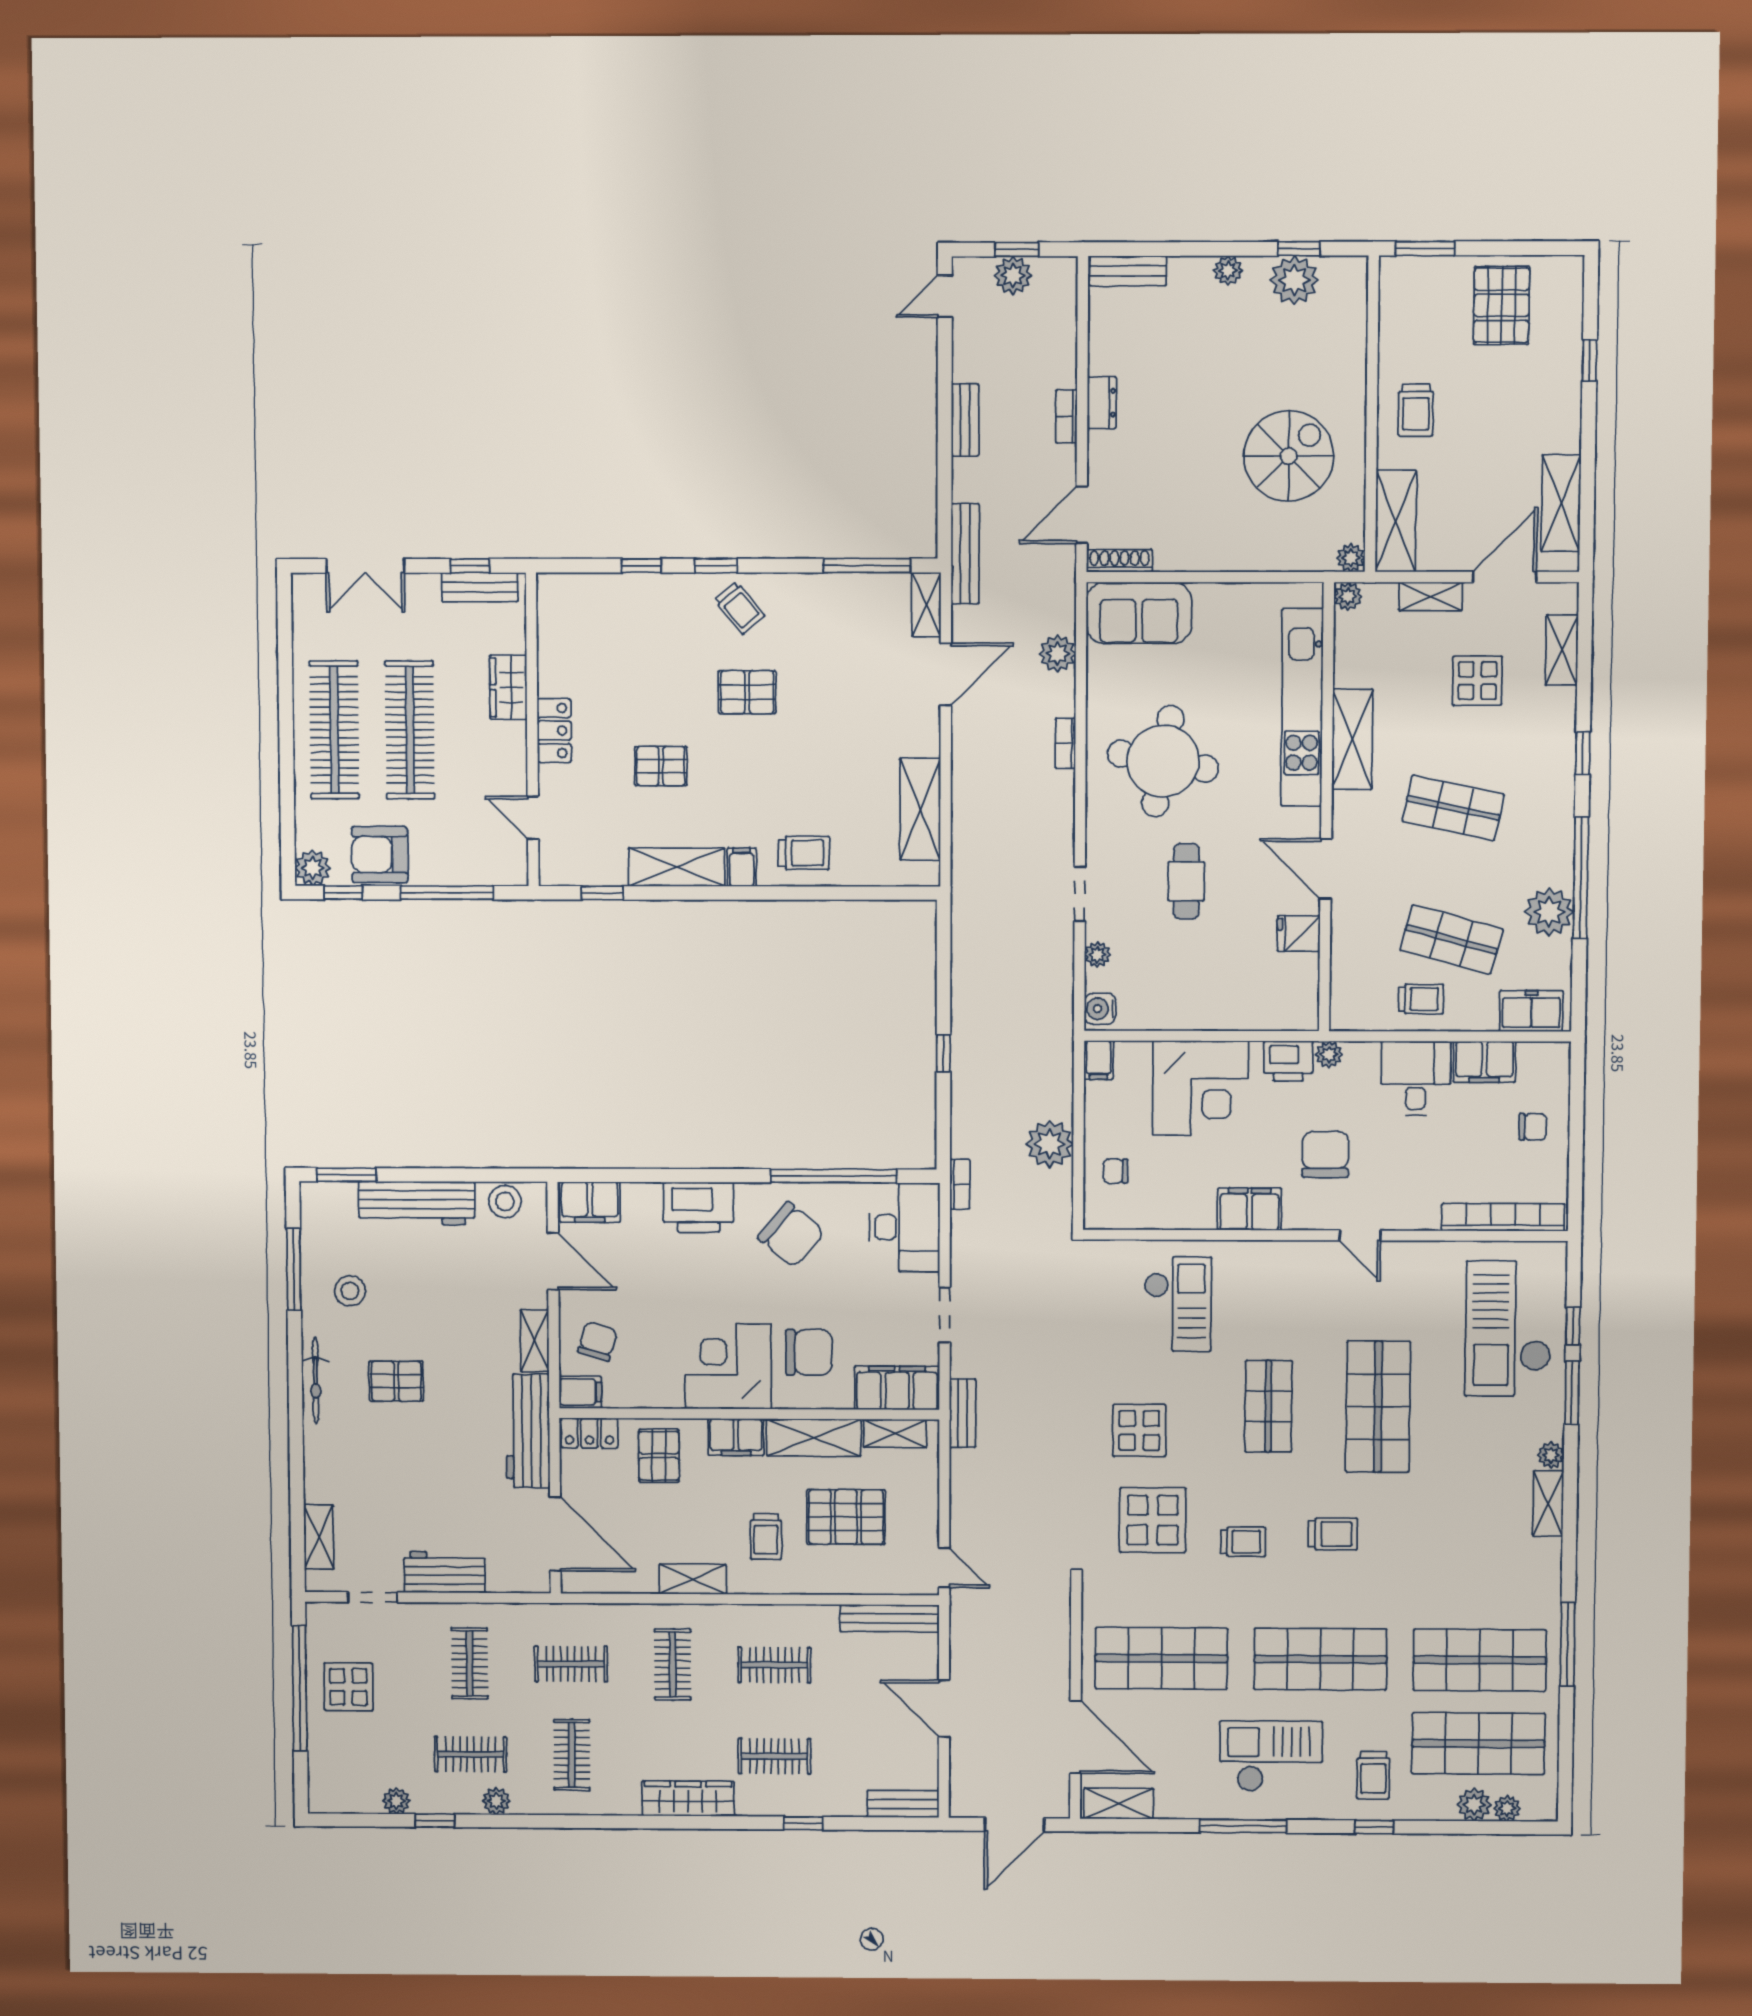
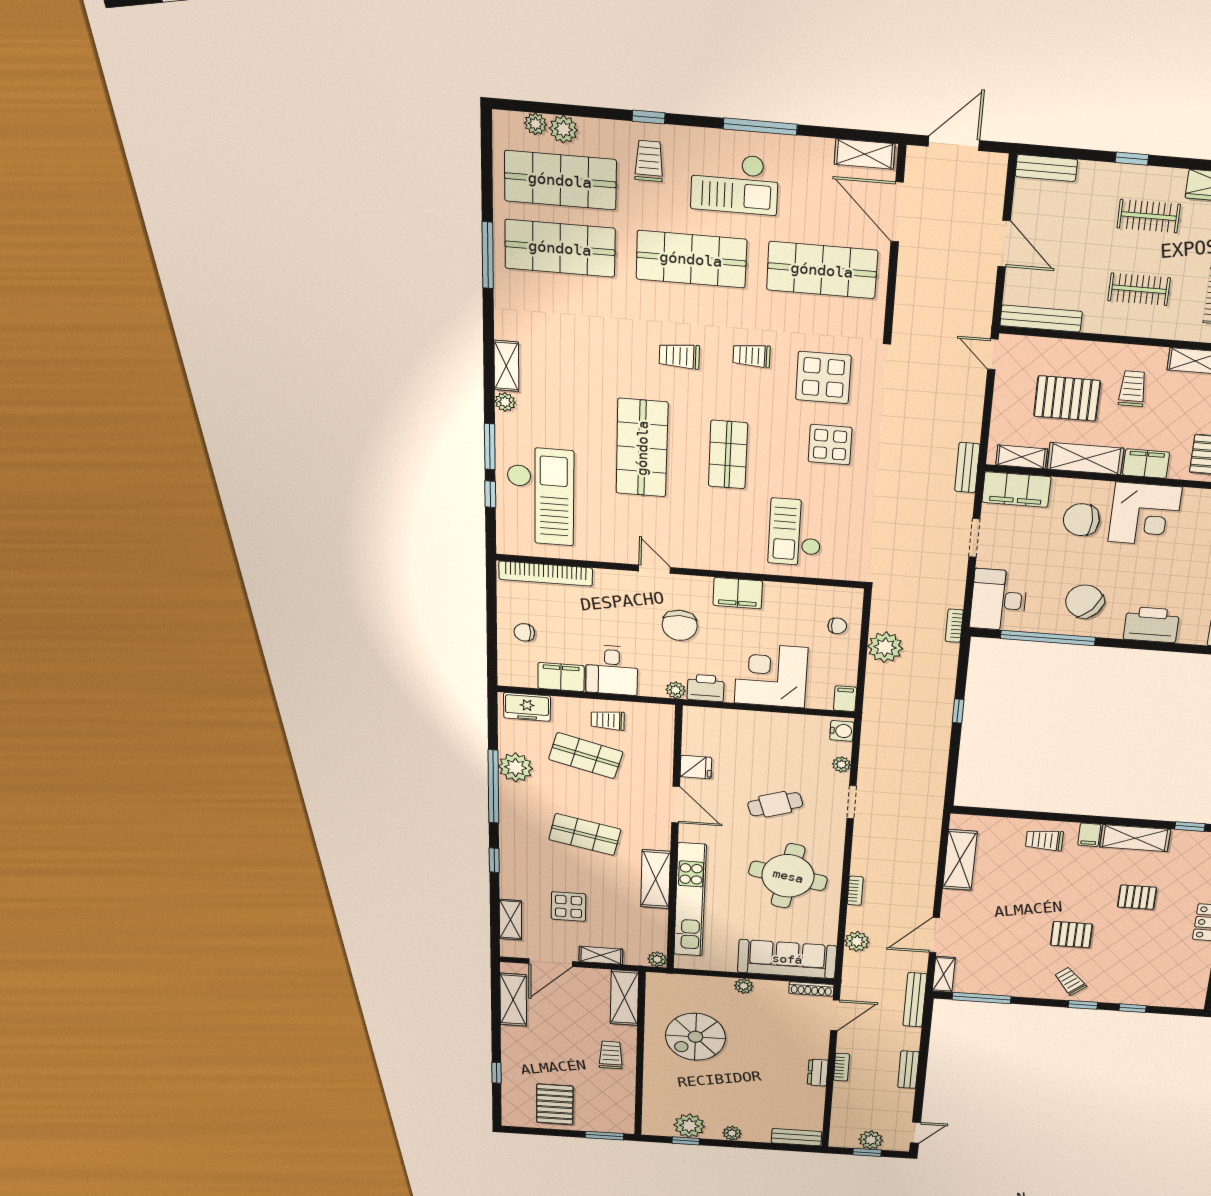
plant: (1351, 558) -> (744, 986), moved
sofa: (1139, 613) -> (787, 959), width x1.36
cafe table: (1186, 881) -> (775, 804), turned 72

